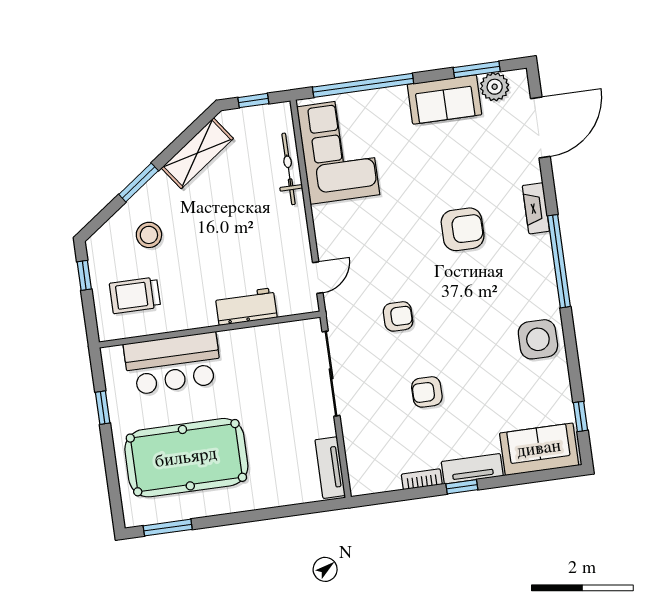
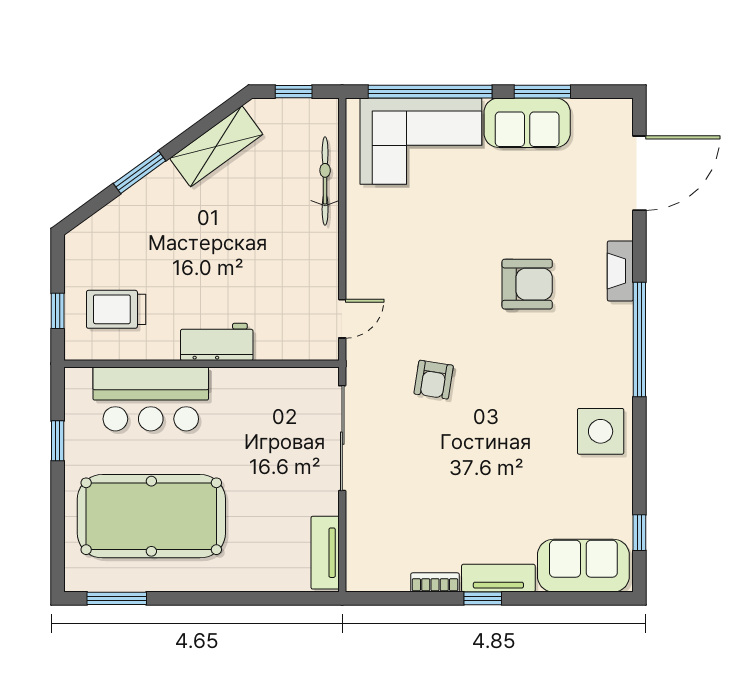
window: (477, 70) -> (542, 92), moved
plant: (495, 87) -> (590, 116), removed
corner sofa: (338, 151) -> (421, 141), moved, turned 90
stool: (149, 235) -> (143, 238), removed
window: (84, 275) -> (58, 311), moved
workbench: (246, 307) -> (217, 342), moved
armchair: (398, 316) -> (434, 380), turned 99
armchair: (427, 392) -> (456, 477), removed

